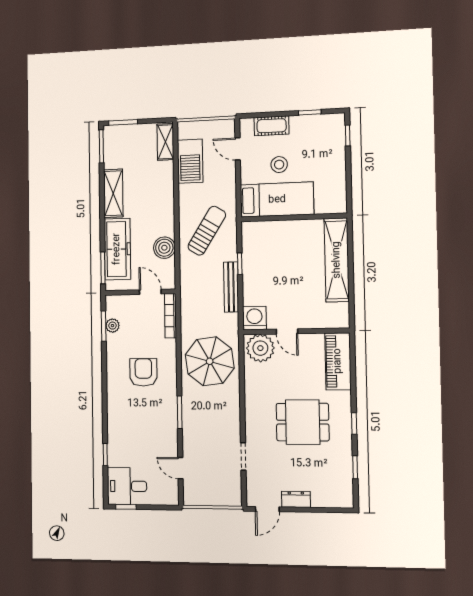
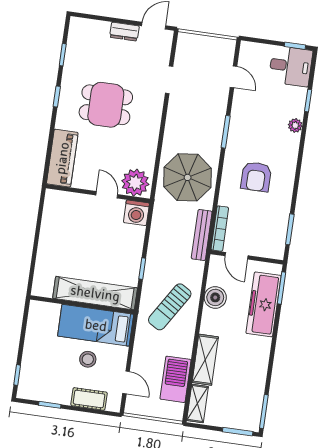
shelving: (113, 193) -> (205, 360), moved
shelving: (337, 260) -> (95, 293), moved, turned 90
bench: (231, 287) -> (202, 235), moved
plant: (112, 326) -> (295, 125), moved

